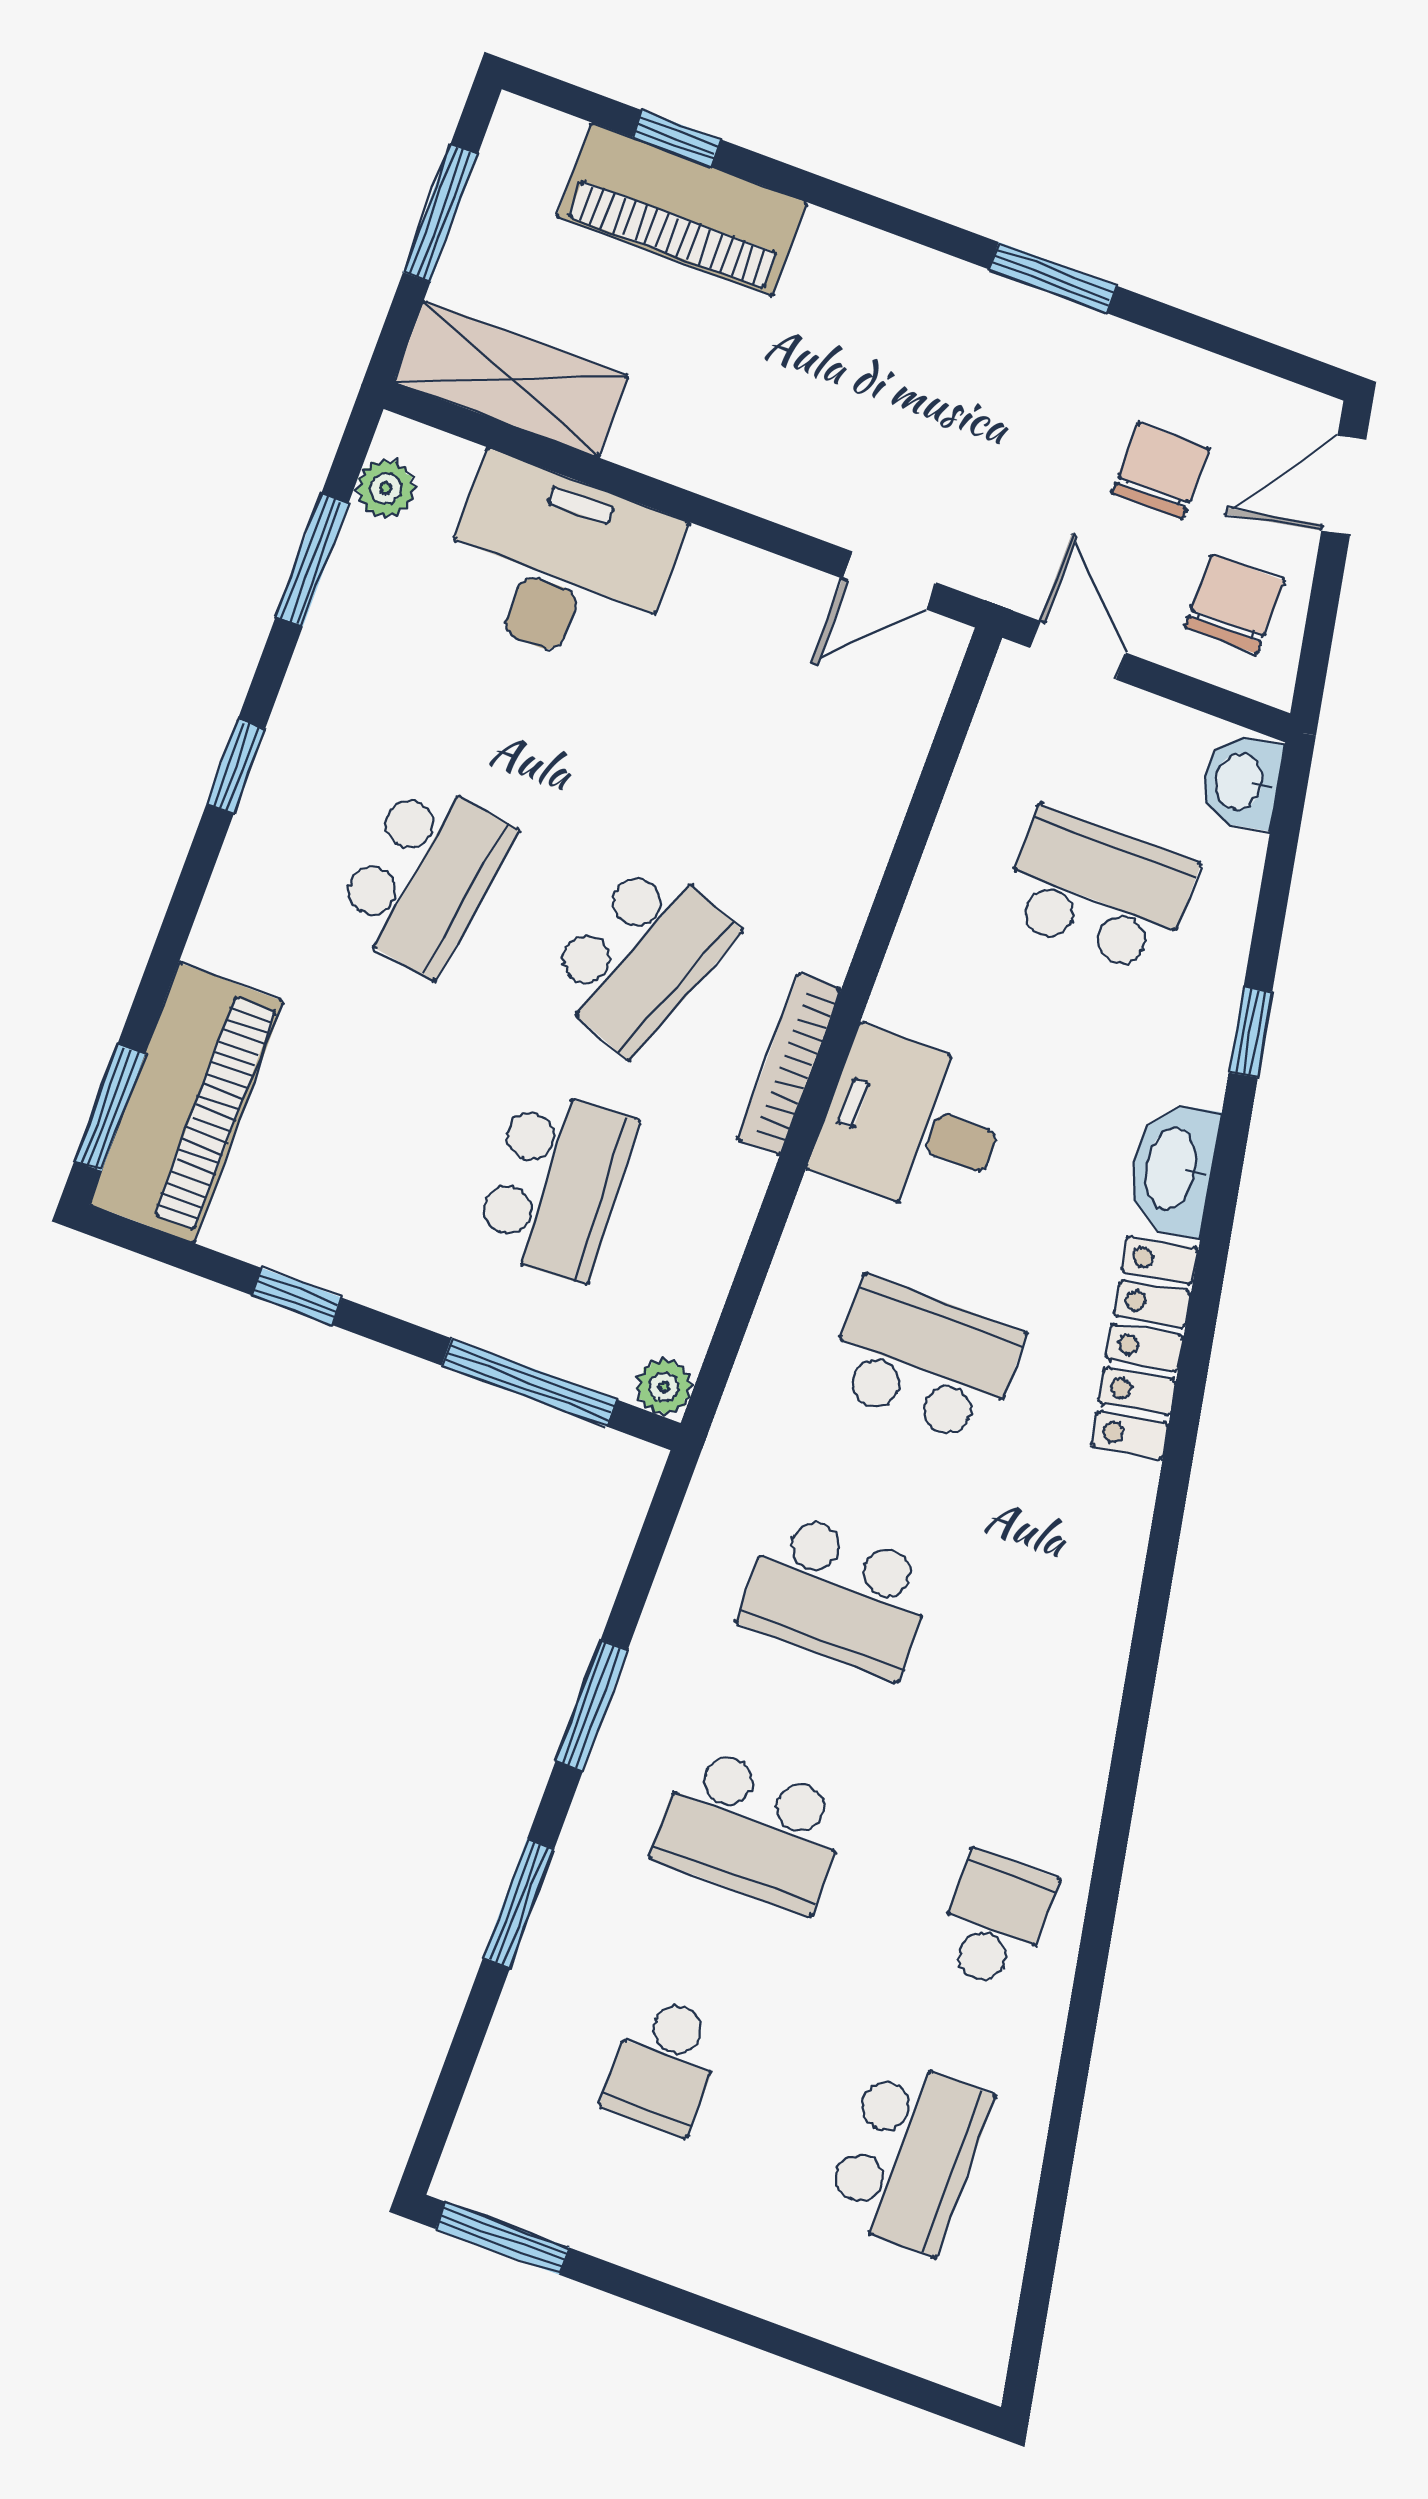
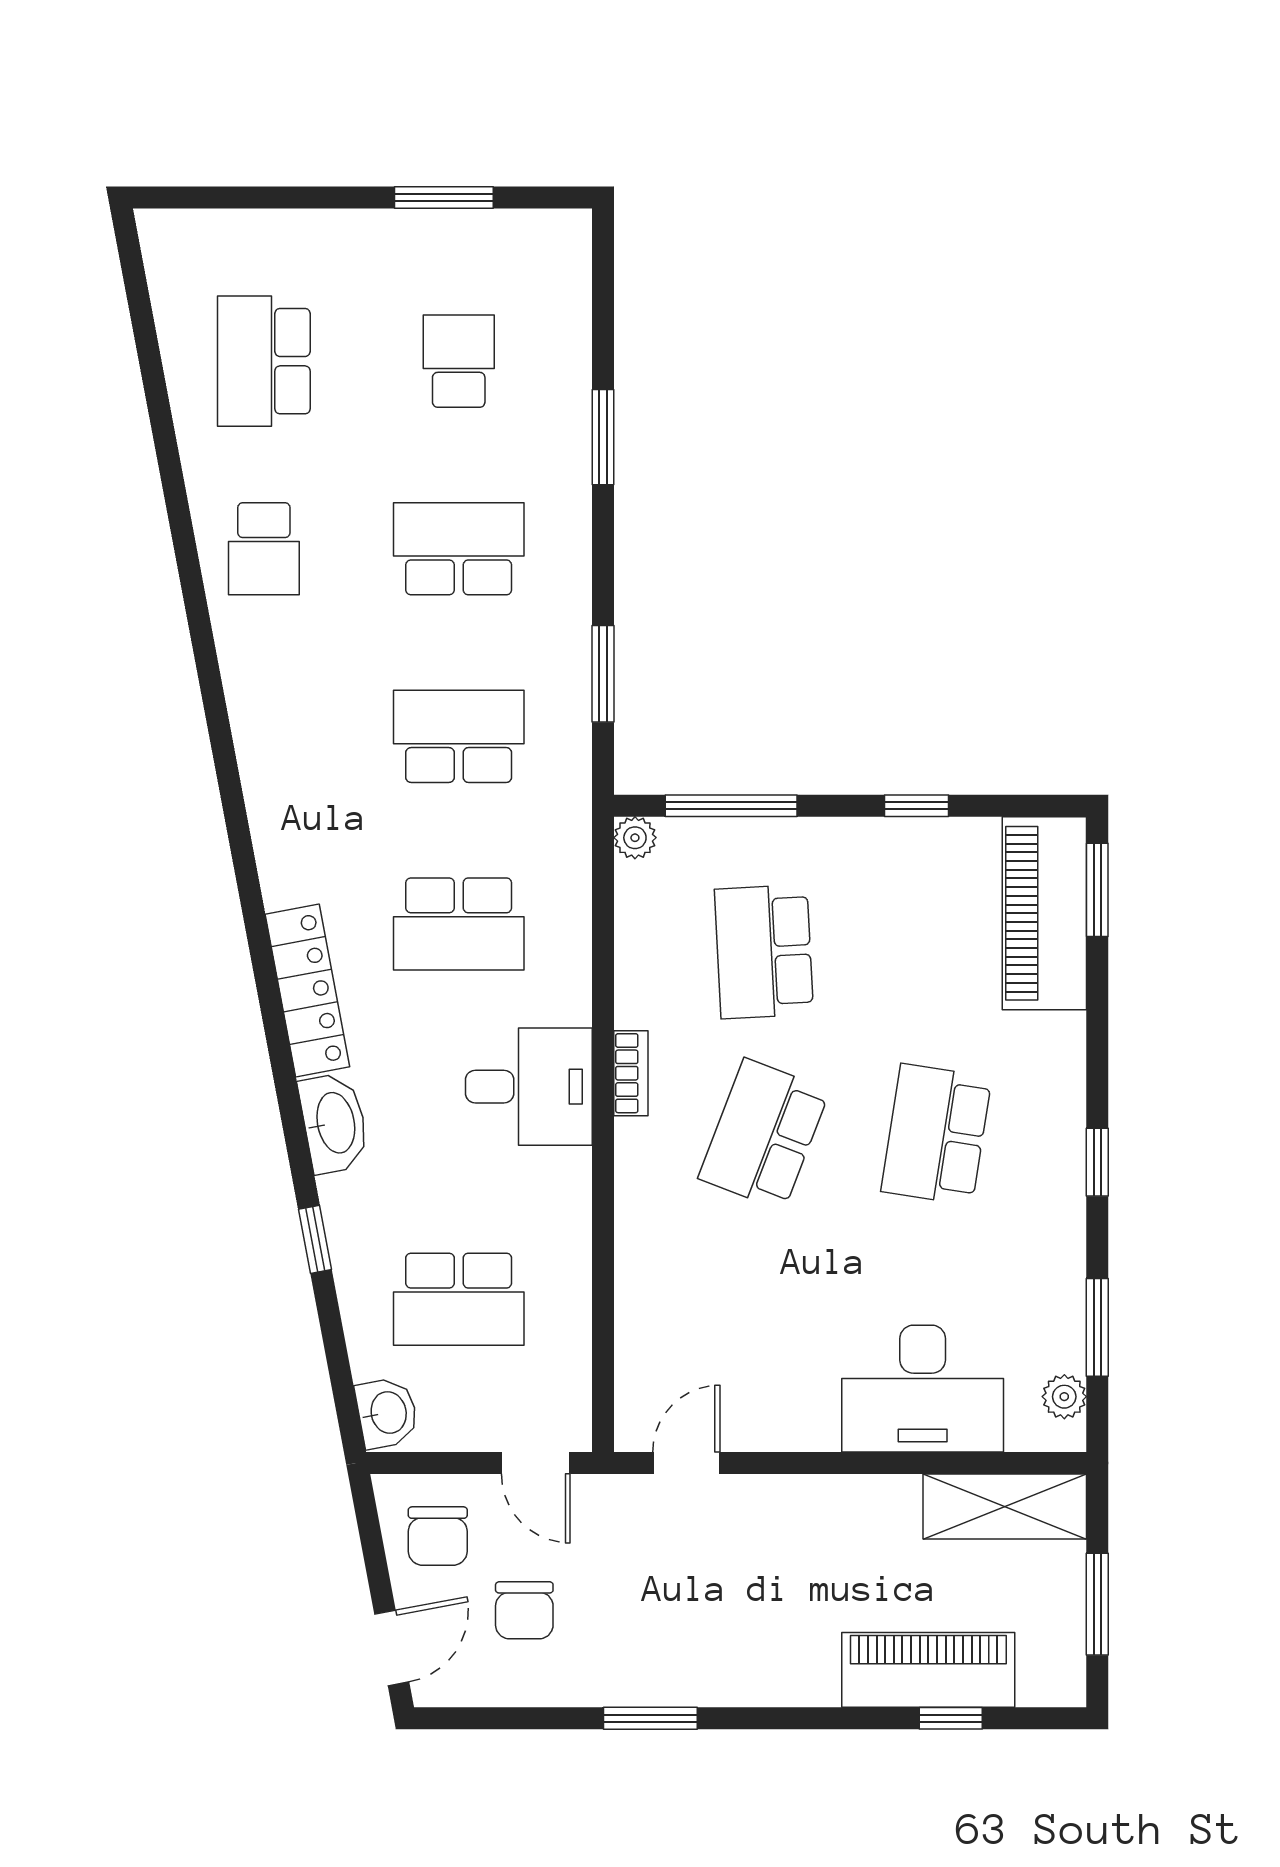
bookcase: (789, 1064) -> (631, 1073), width x0.64
window: (592, 1706) -> (603, 674), moved
window: (502, 2238) -> (444, 197), moved

